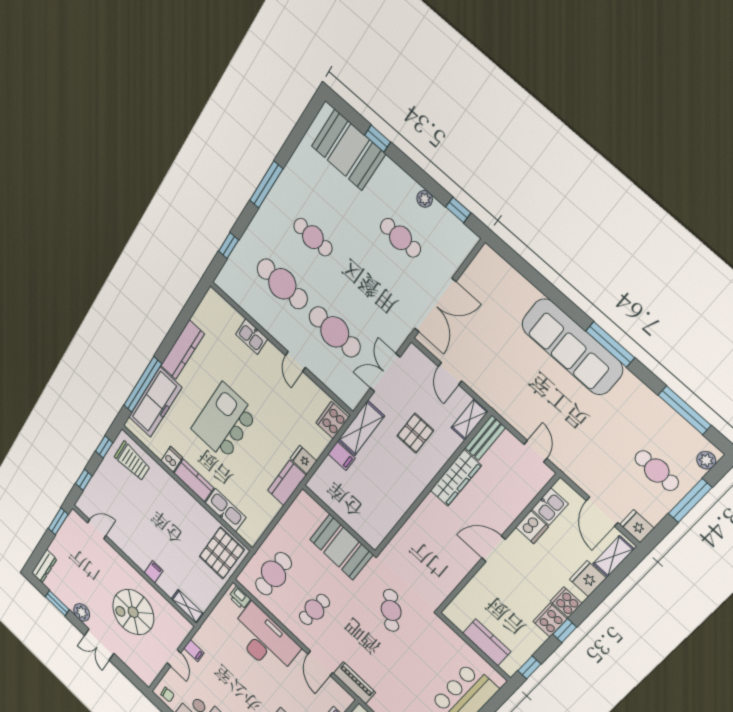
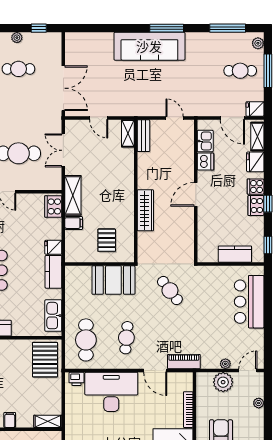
pallet: (415, 433) -> (107, 240), moved
wardrobe: (456, 478) -> (145, 210), moved
kitchen sink: (225, 510) -> (53, 316), moved, turned -90

